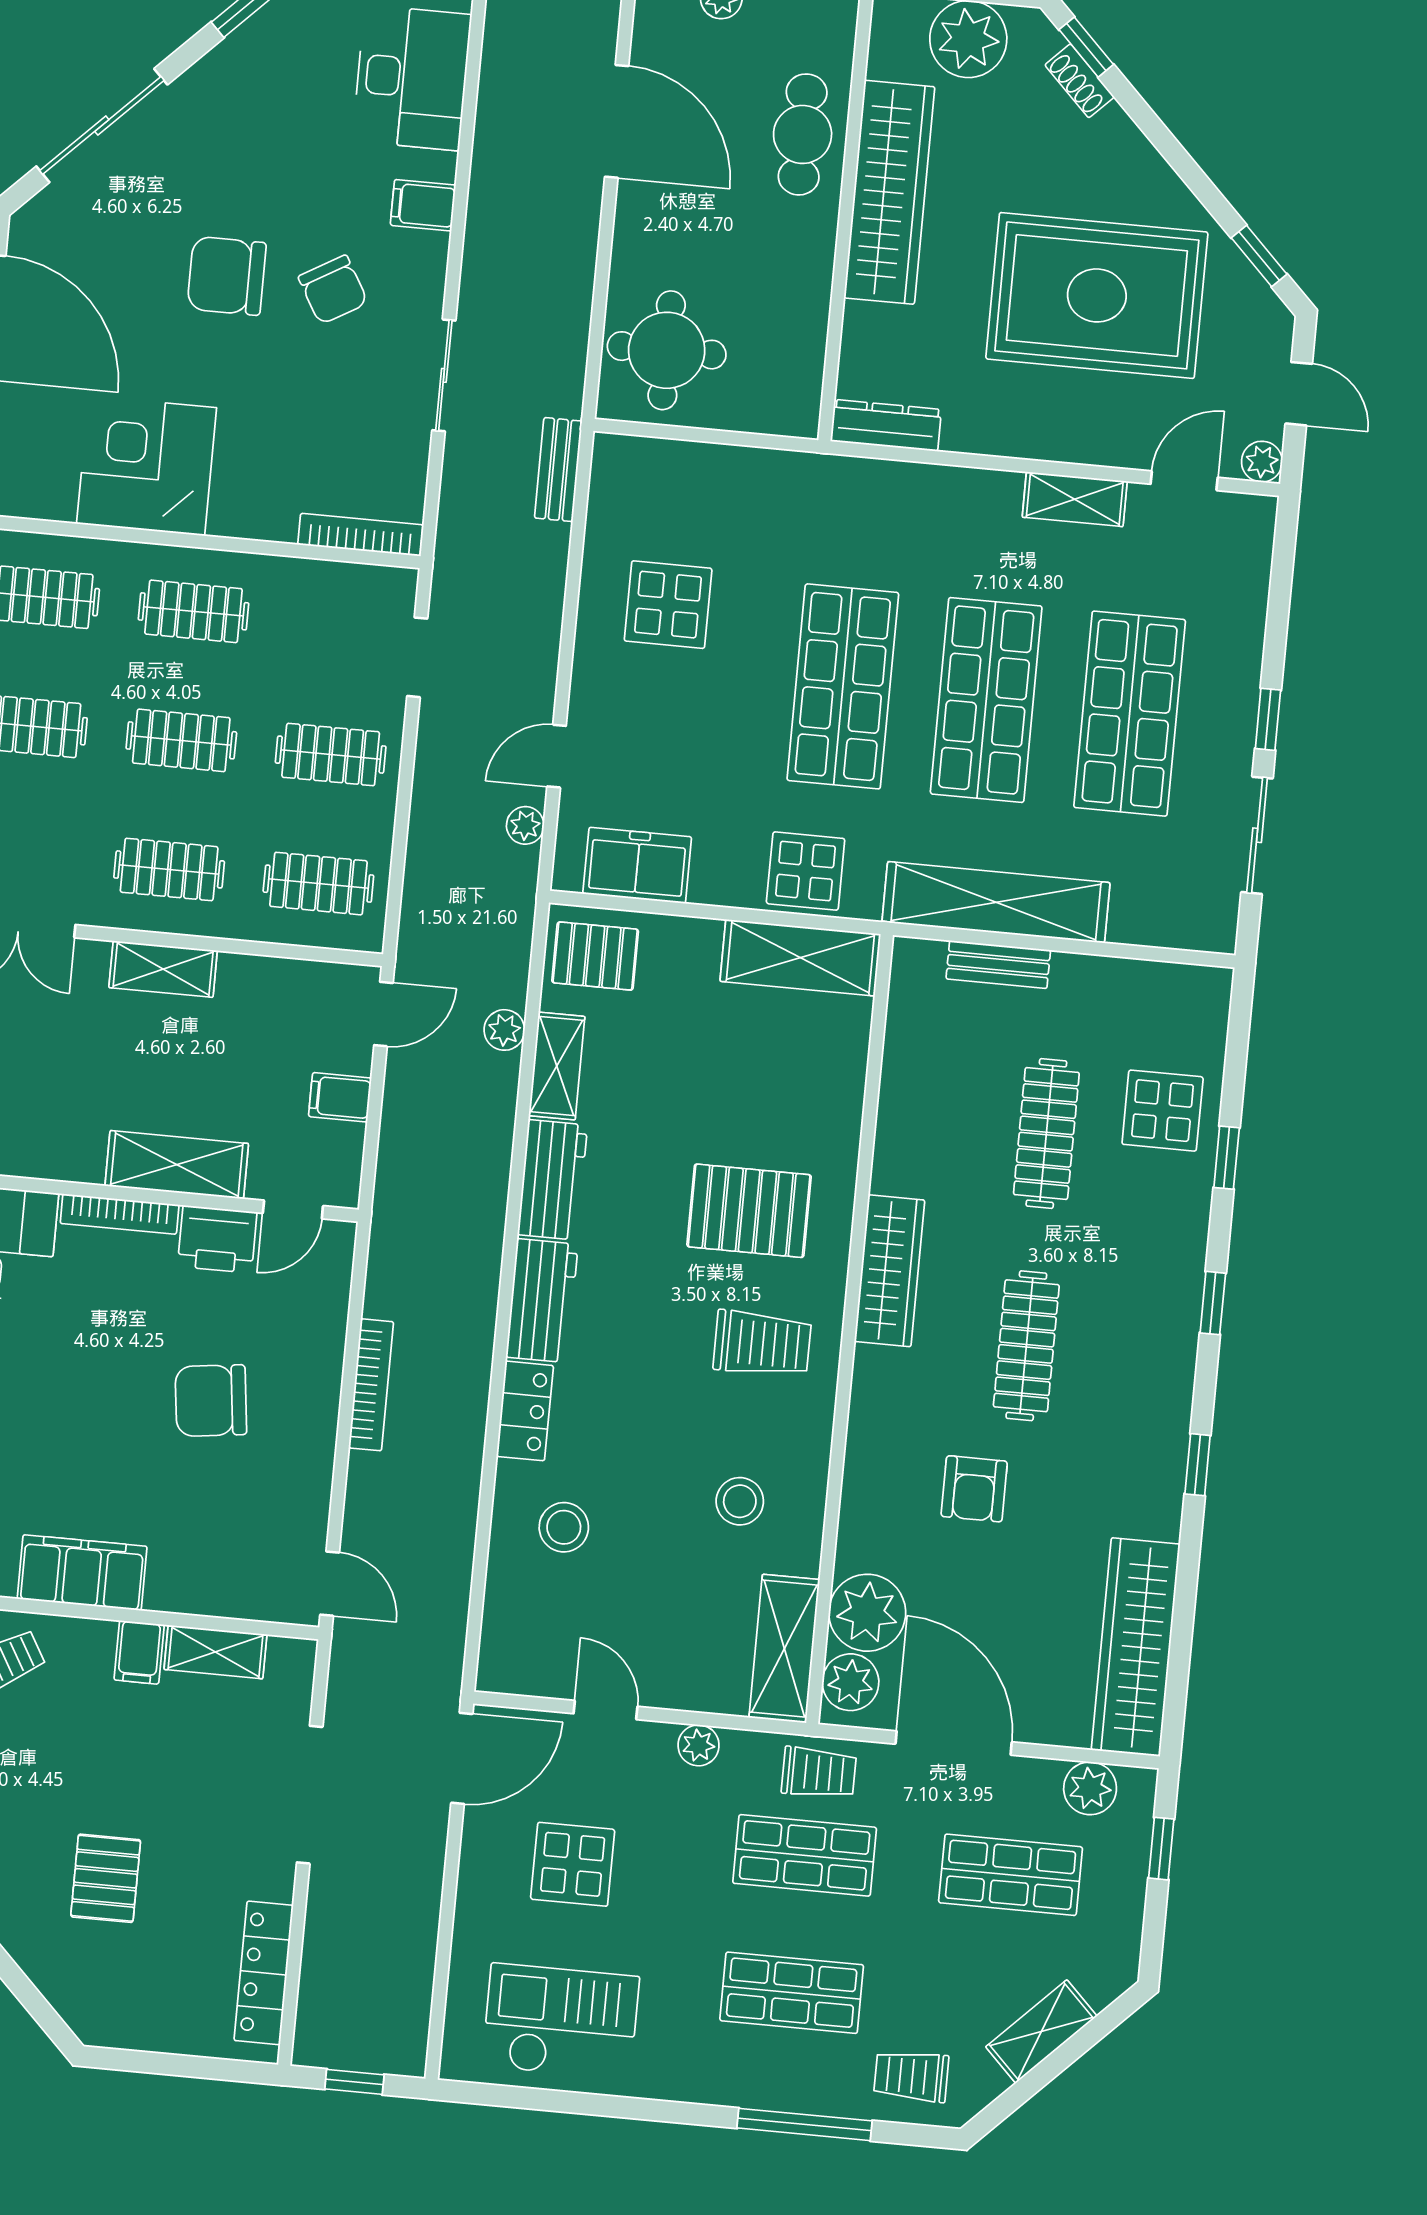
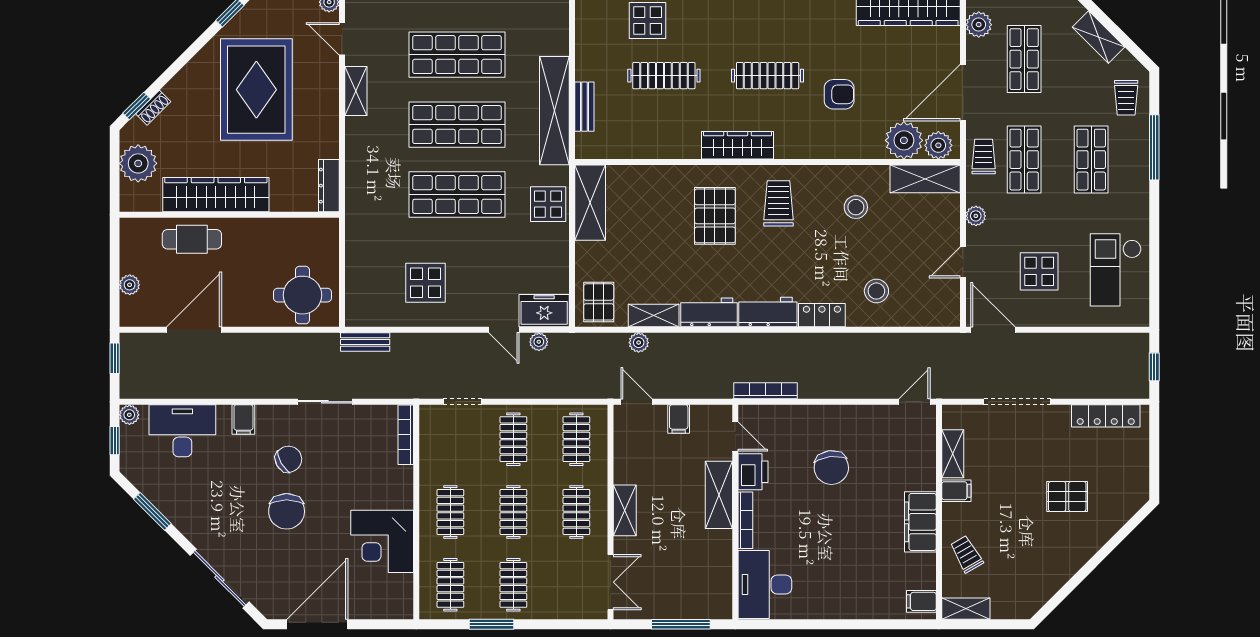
freezer: (637, 865) -> (544, 311), moved, turned 90
bookcase: (371, 1385) -> (765, 391), moved

